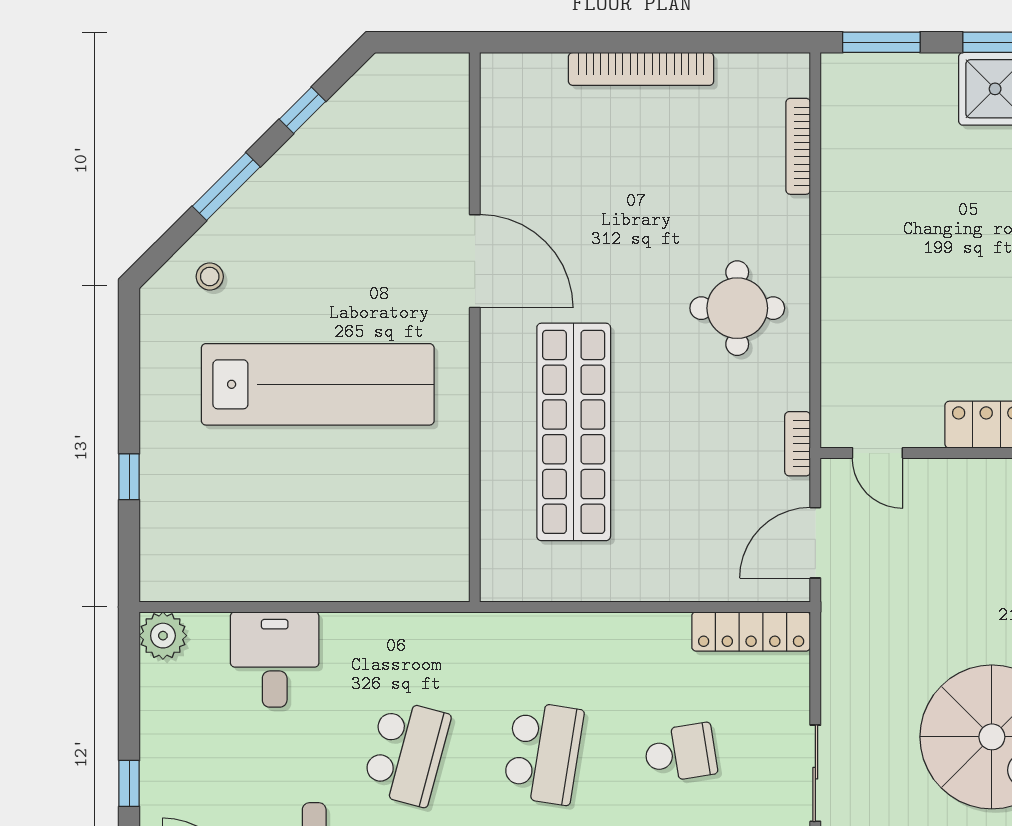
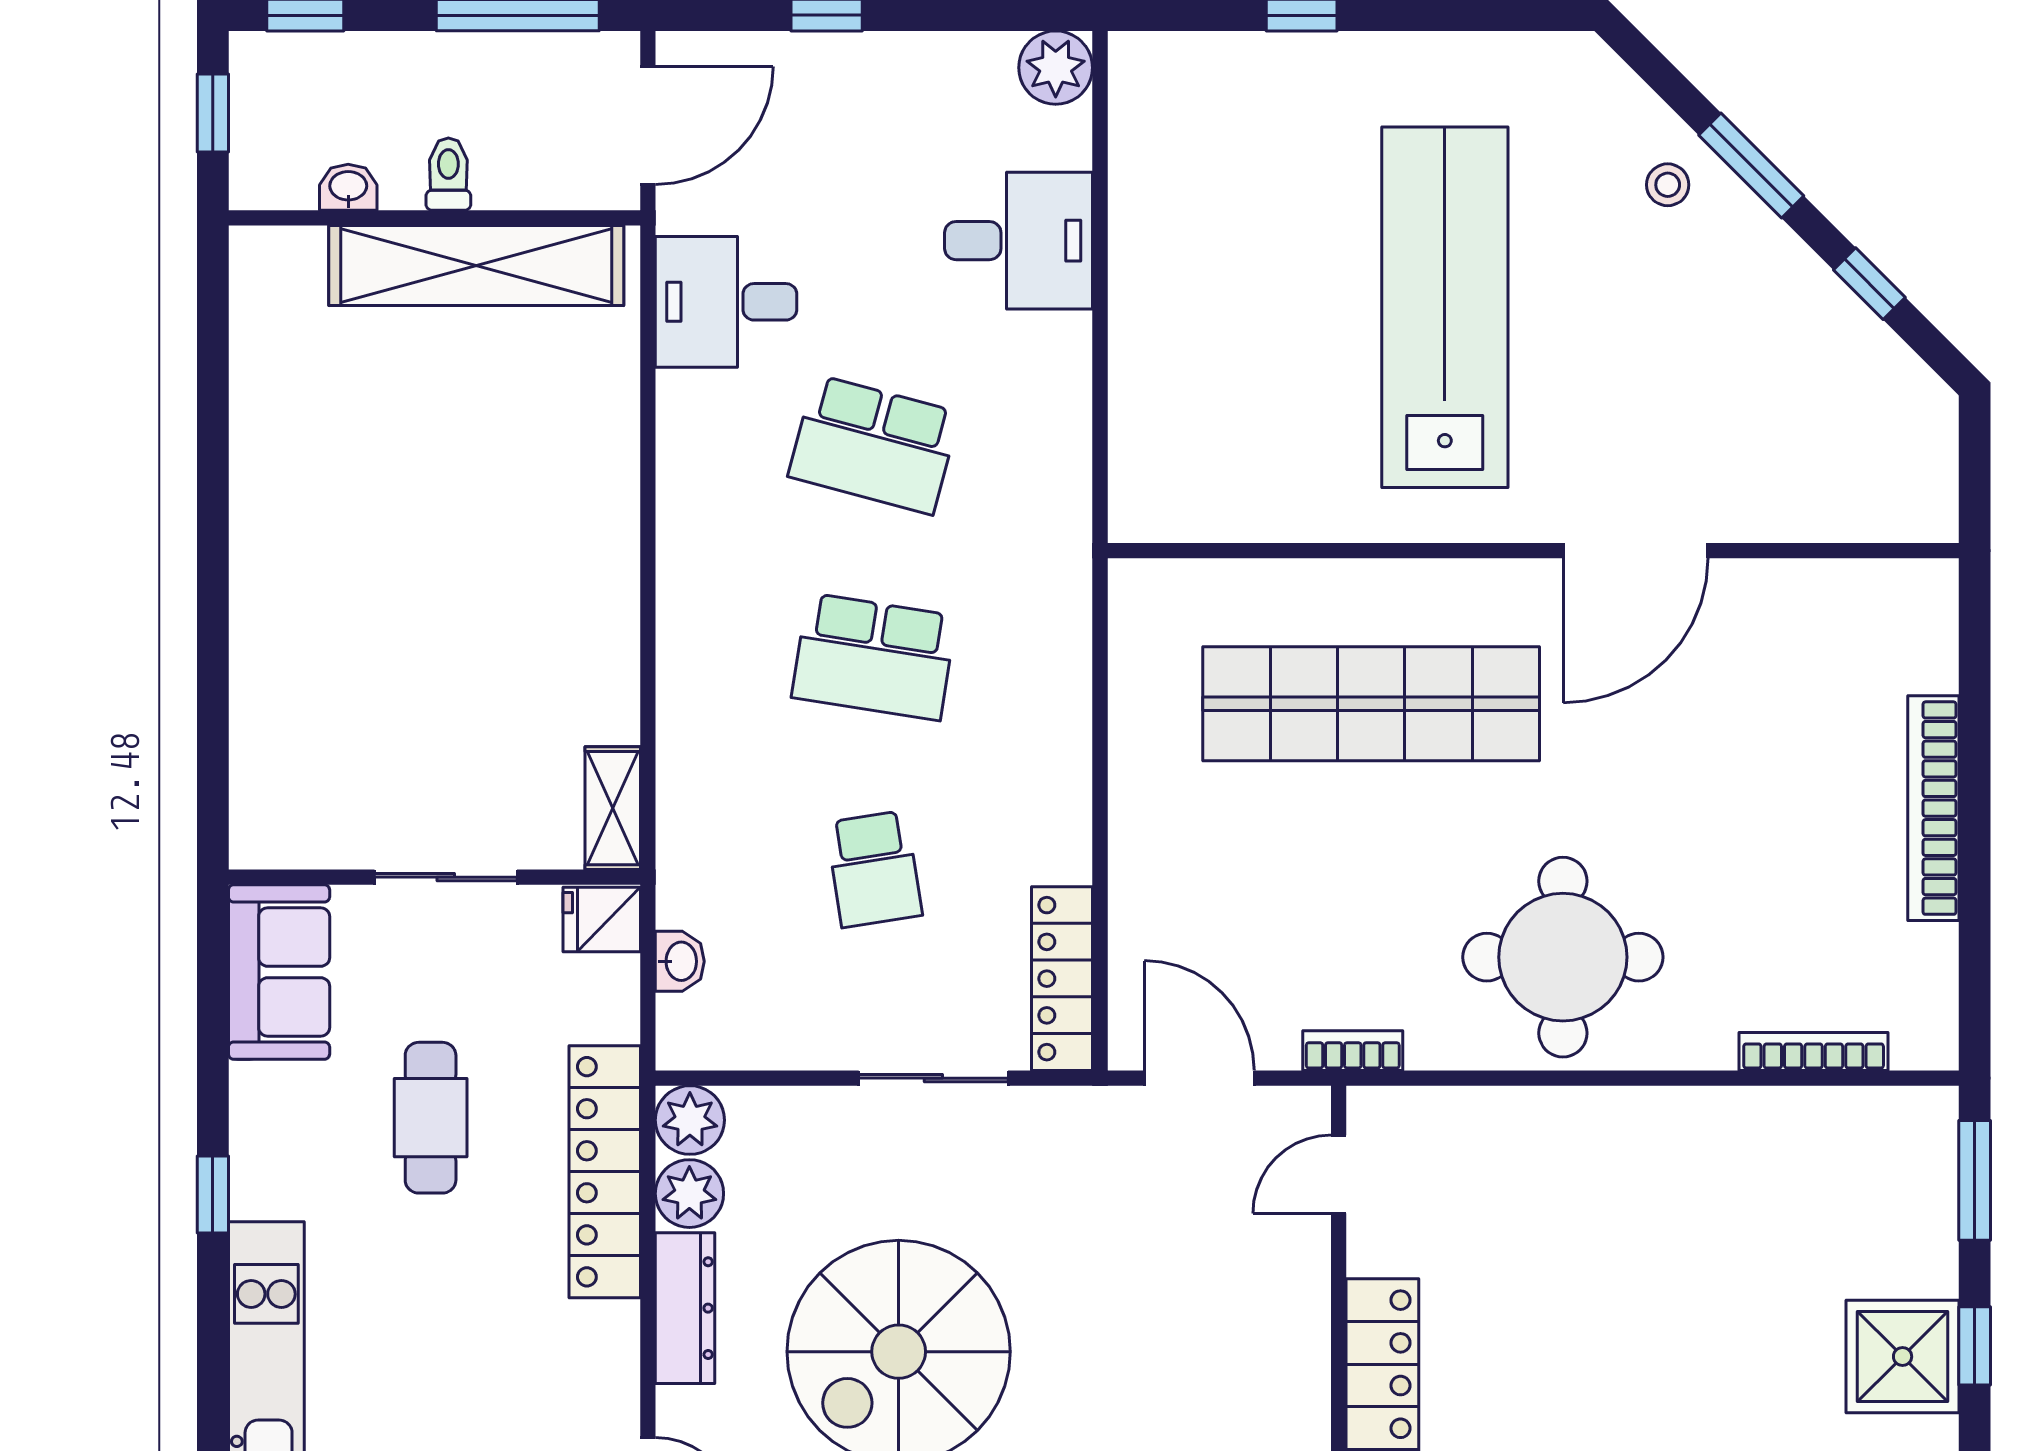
stool: (210, 277) -> (1668, 185), moved
round table: (737, 308) -> (1563, 957), width x1.36, depth x1.36
lab bench: (318, 384) -> (1445, 307), turned 180
sliding door: (815, 773) -> (933, 1078), moved

